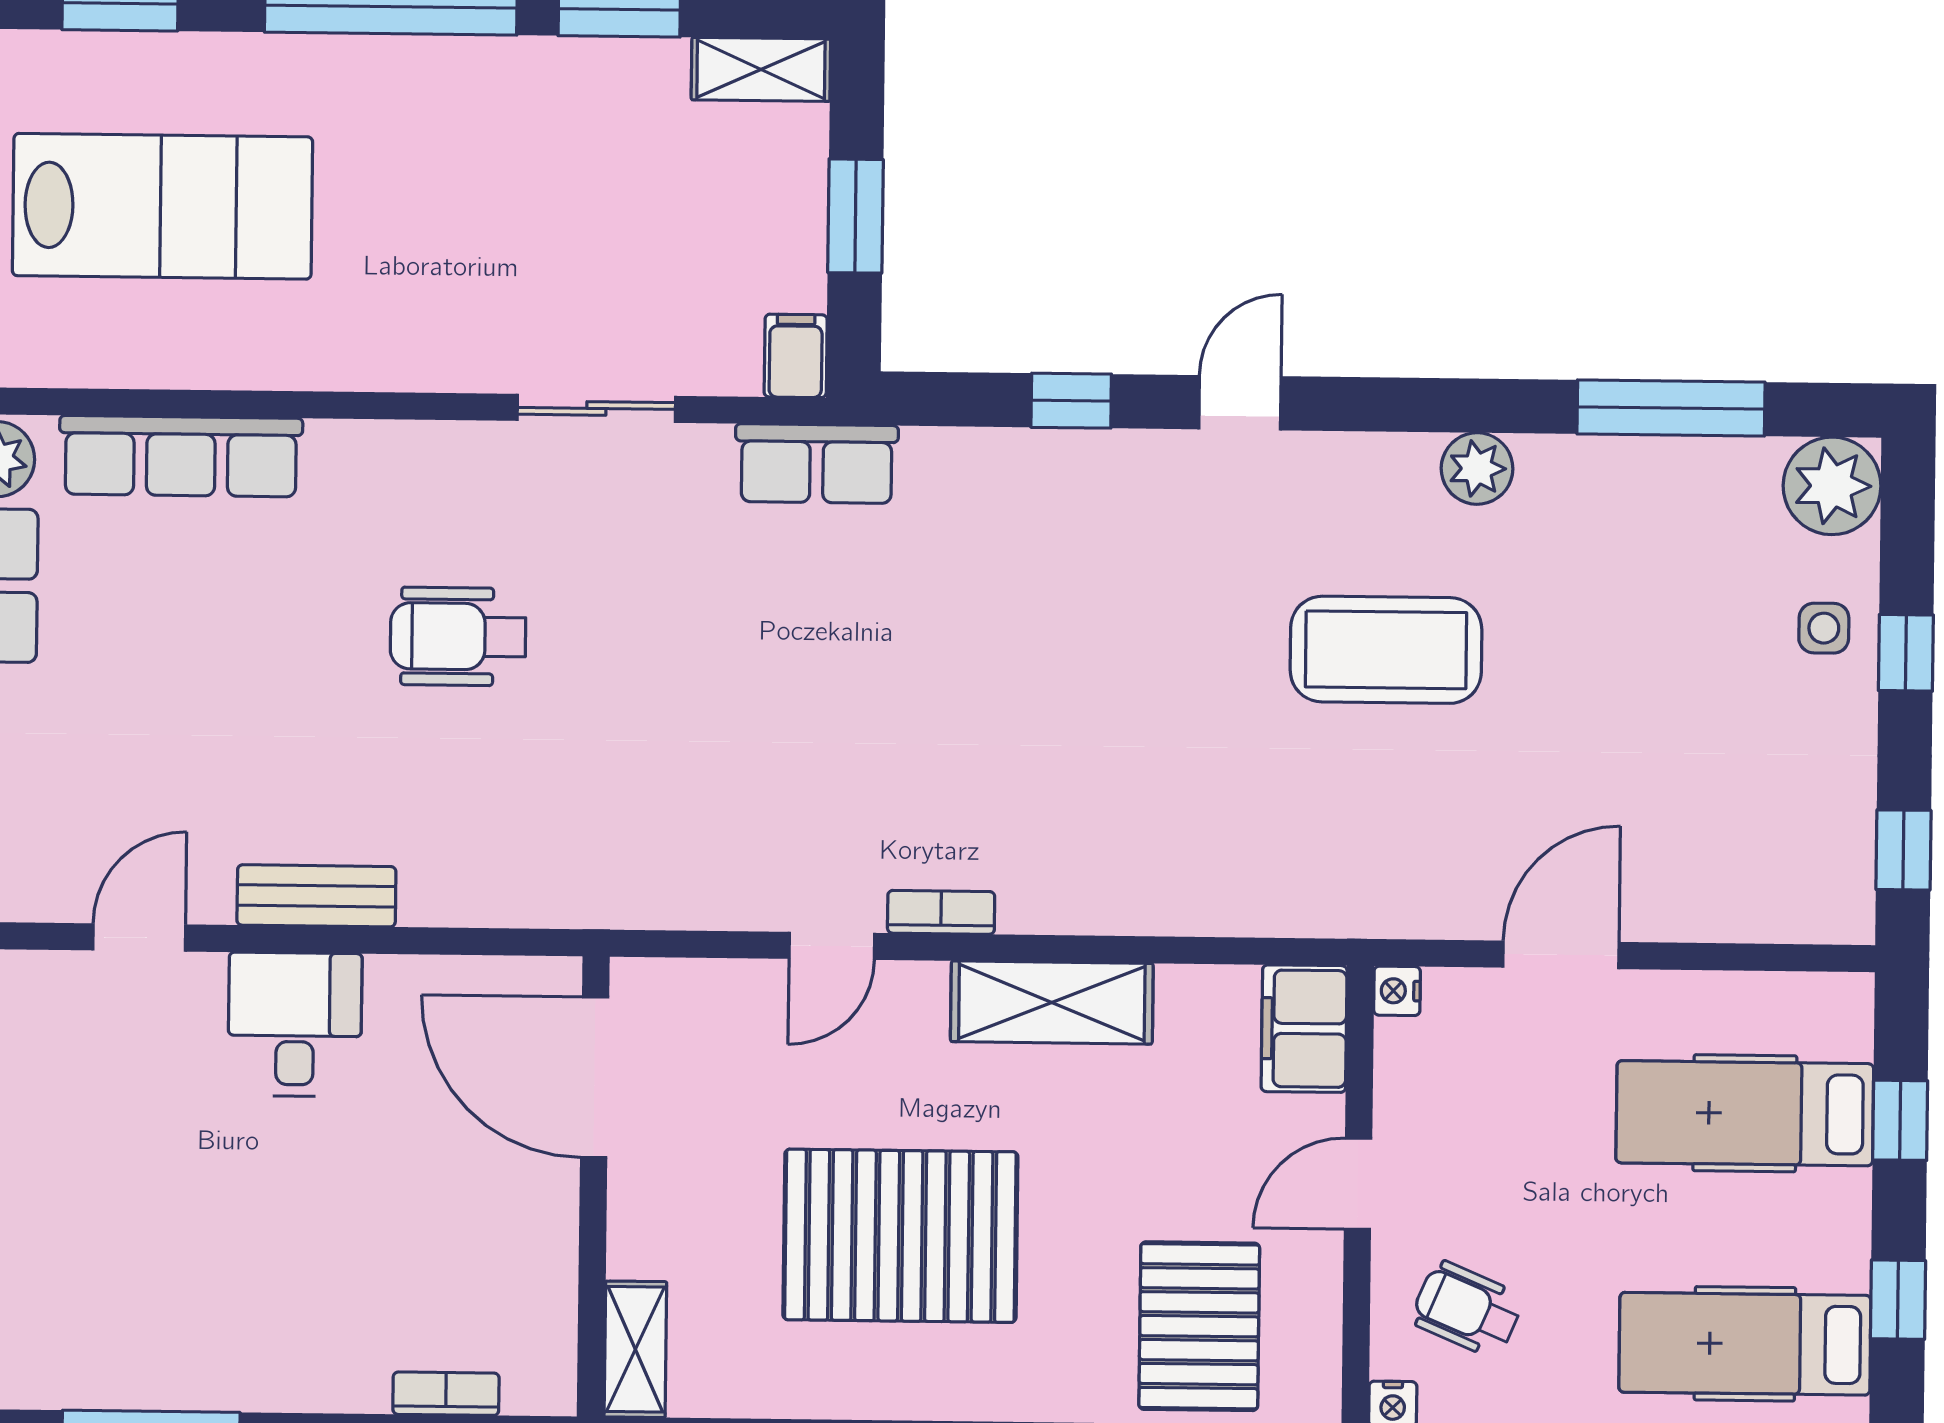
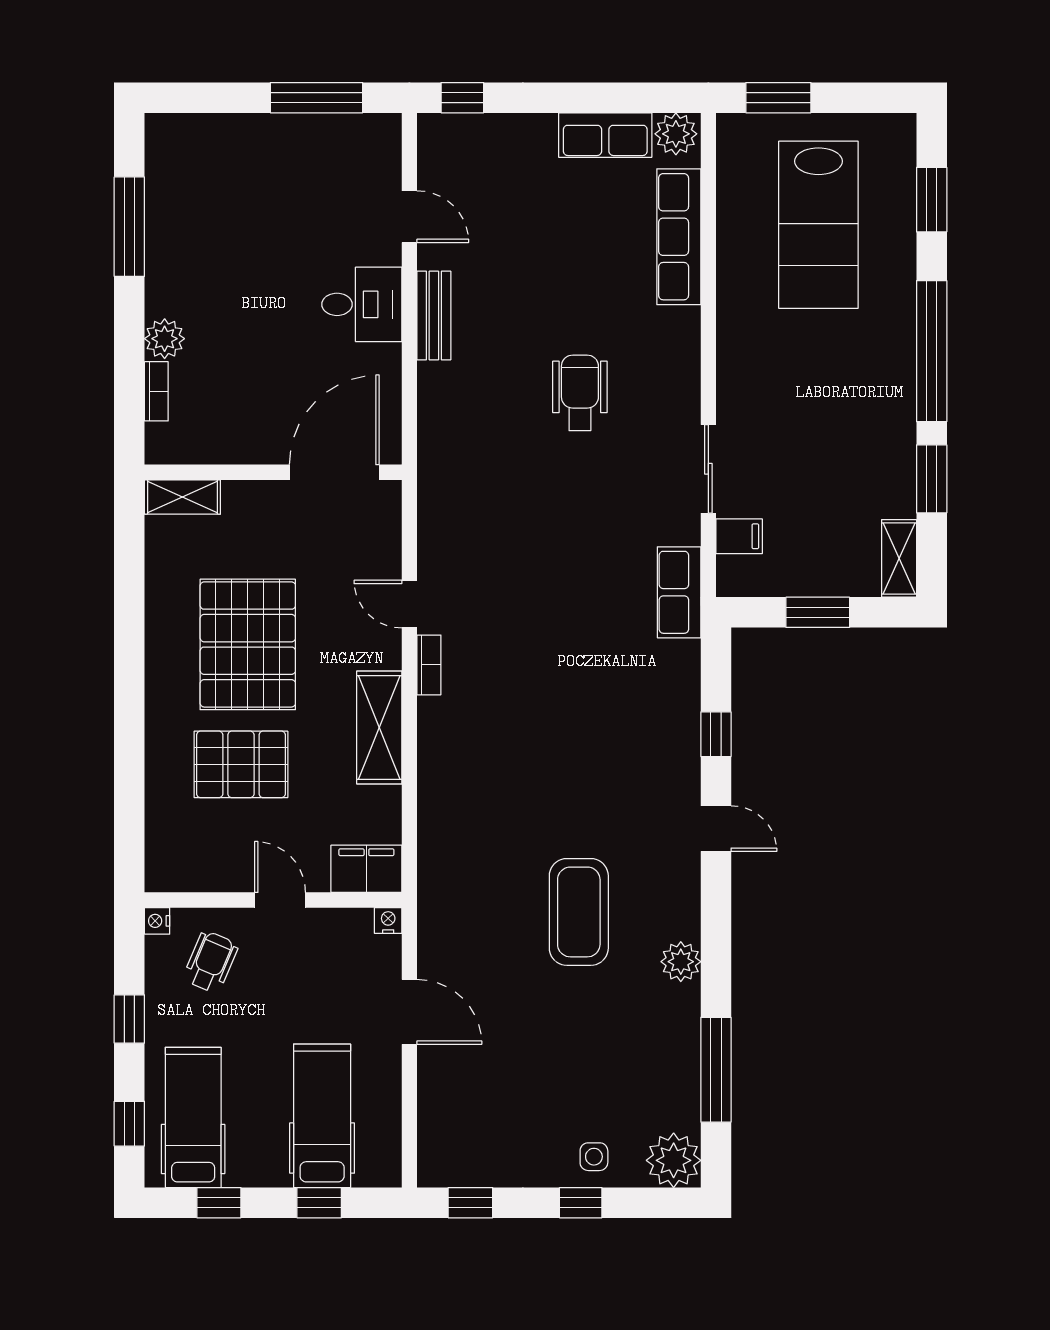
filing cabinet: (796, 356) -> (739, 536), moved
pallet: (1199, 1326) -> (241, 764), moved
plant: (352, 1378) -> (165, 339), added

